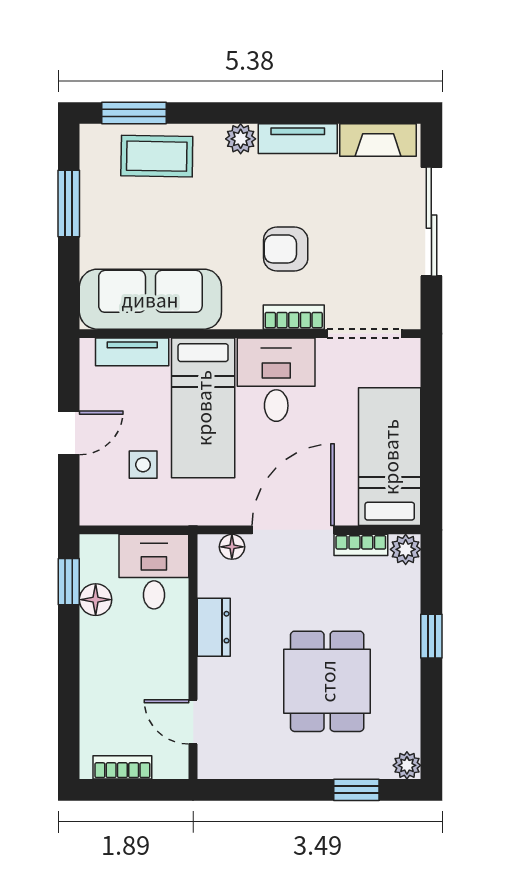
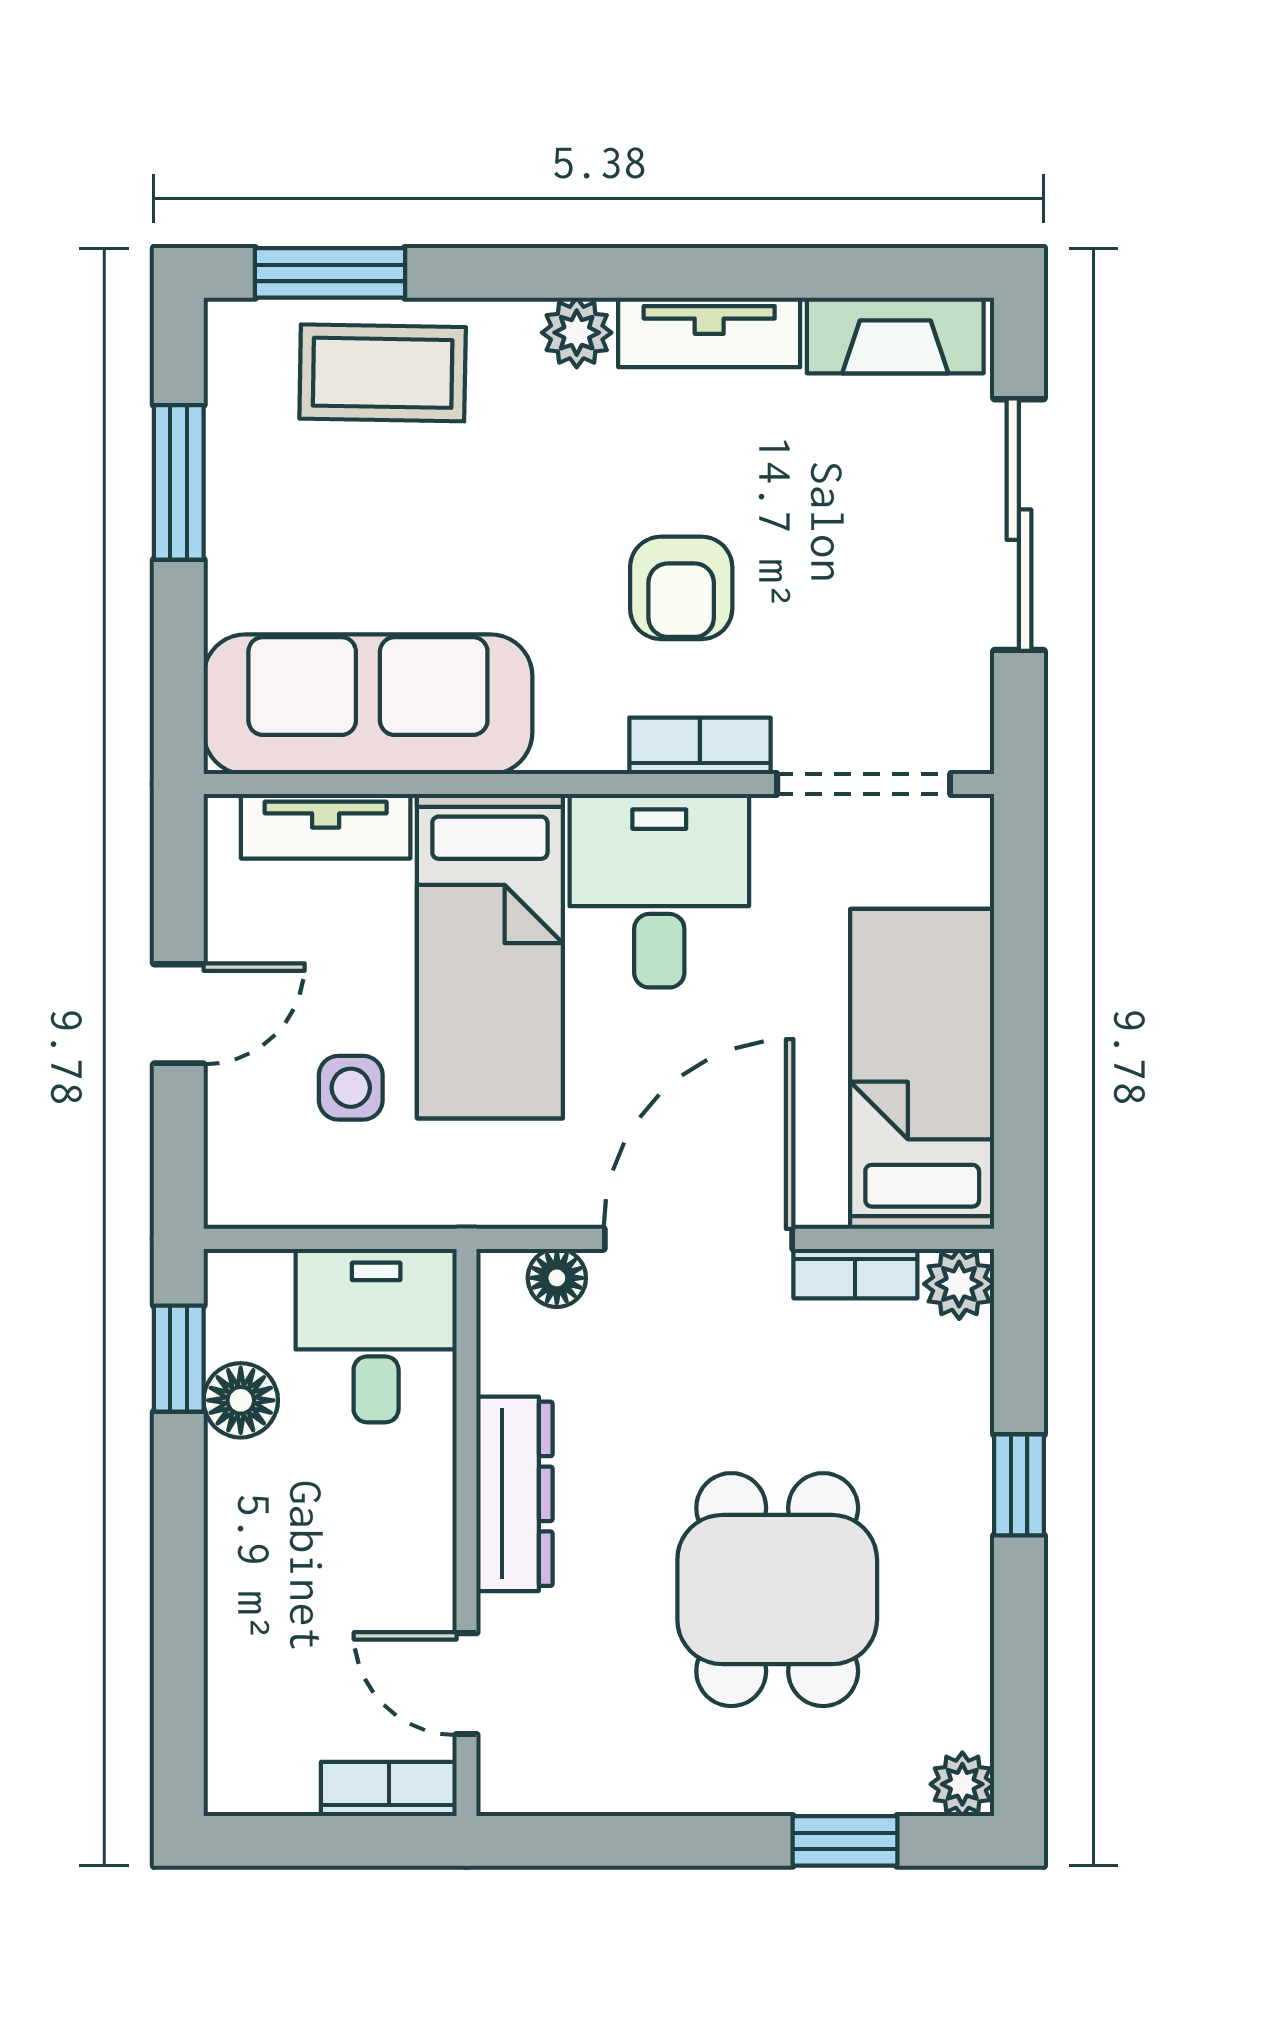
armchair: (286, 249) -> (681, 588), turned -90
dresser: (214, 627) -> (515, 1494), width x1.44
bookcase: (122, 767) -> (389, 1789), moved

